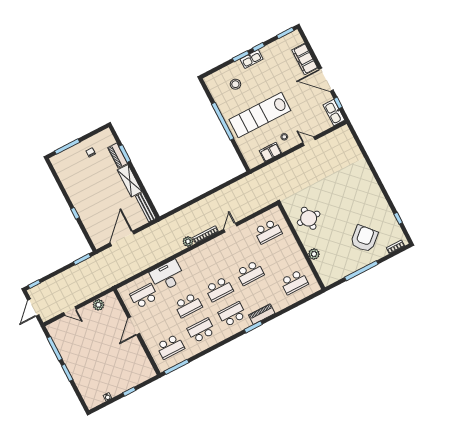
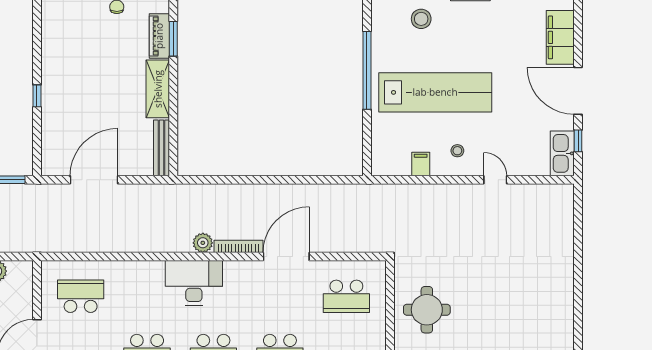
lab bench: (260, 115) -> (435, 92), turned 180
filing cabinet: (270, 152) -> (421, 164), width x0.50
door: (230, 228) -> (286, 257), width x1.87
desk: (167, 276) -> (194, 283), moved

